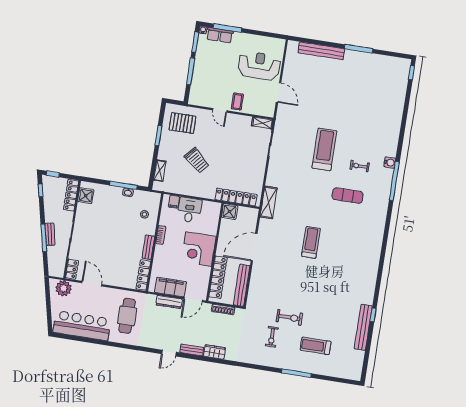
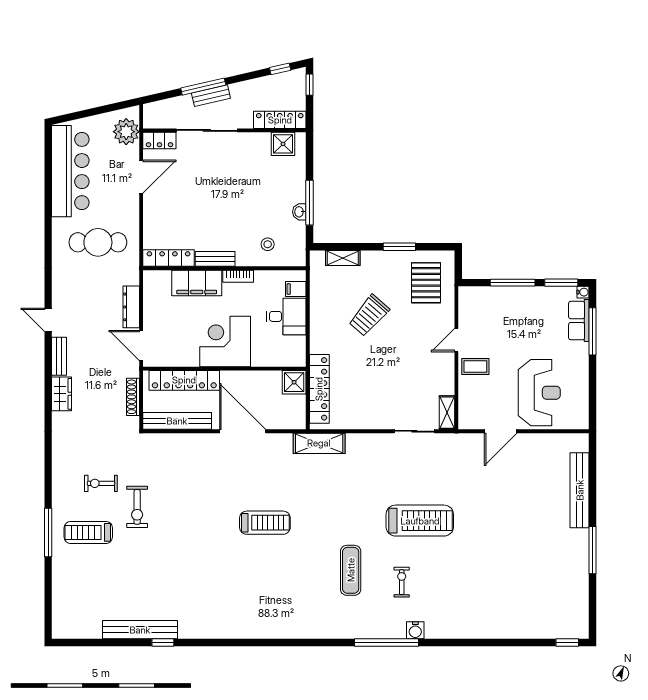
filing cabinet: (170, 287) -> (197, 283), moved, turned 90
treadmill: (316, 346) -> (88, 532), moved, turned -90

